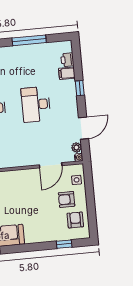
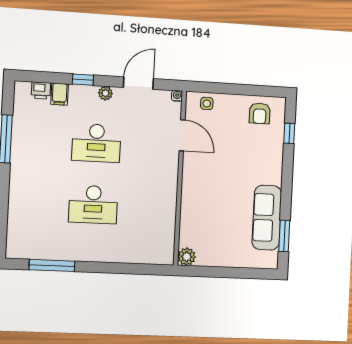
door: (84, 128) -> (138, 83), hinge flipped
plant: (76, 147) -> (105, 93), moved
armchair: (67, 199) -> (231, 121), removed
armchair: (75, 220) -> (260, 113), turned -90

